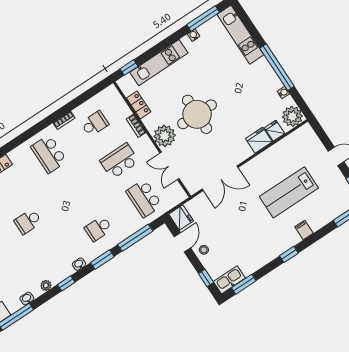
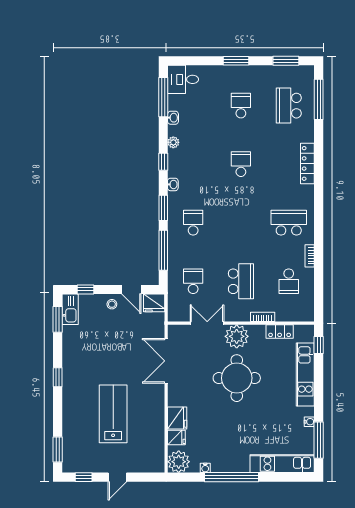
school desk: (144, 198) -> (193, 281), width x0.54
filing cabinet: (304, 230) -> (71, 405), removed

